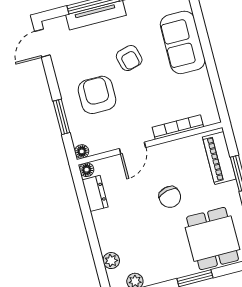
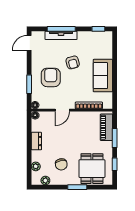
sofa: (183, 42) -> (103, 76), moved
dresser: (95, 193) -> (36, 141), moved
chair: (170, 197) -> (61, 164), moved

